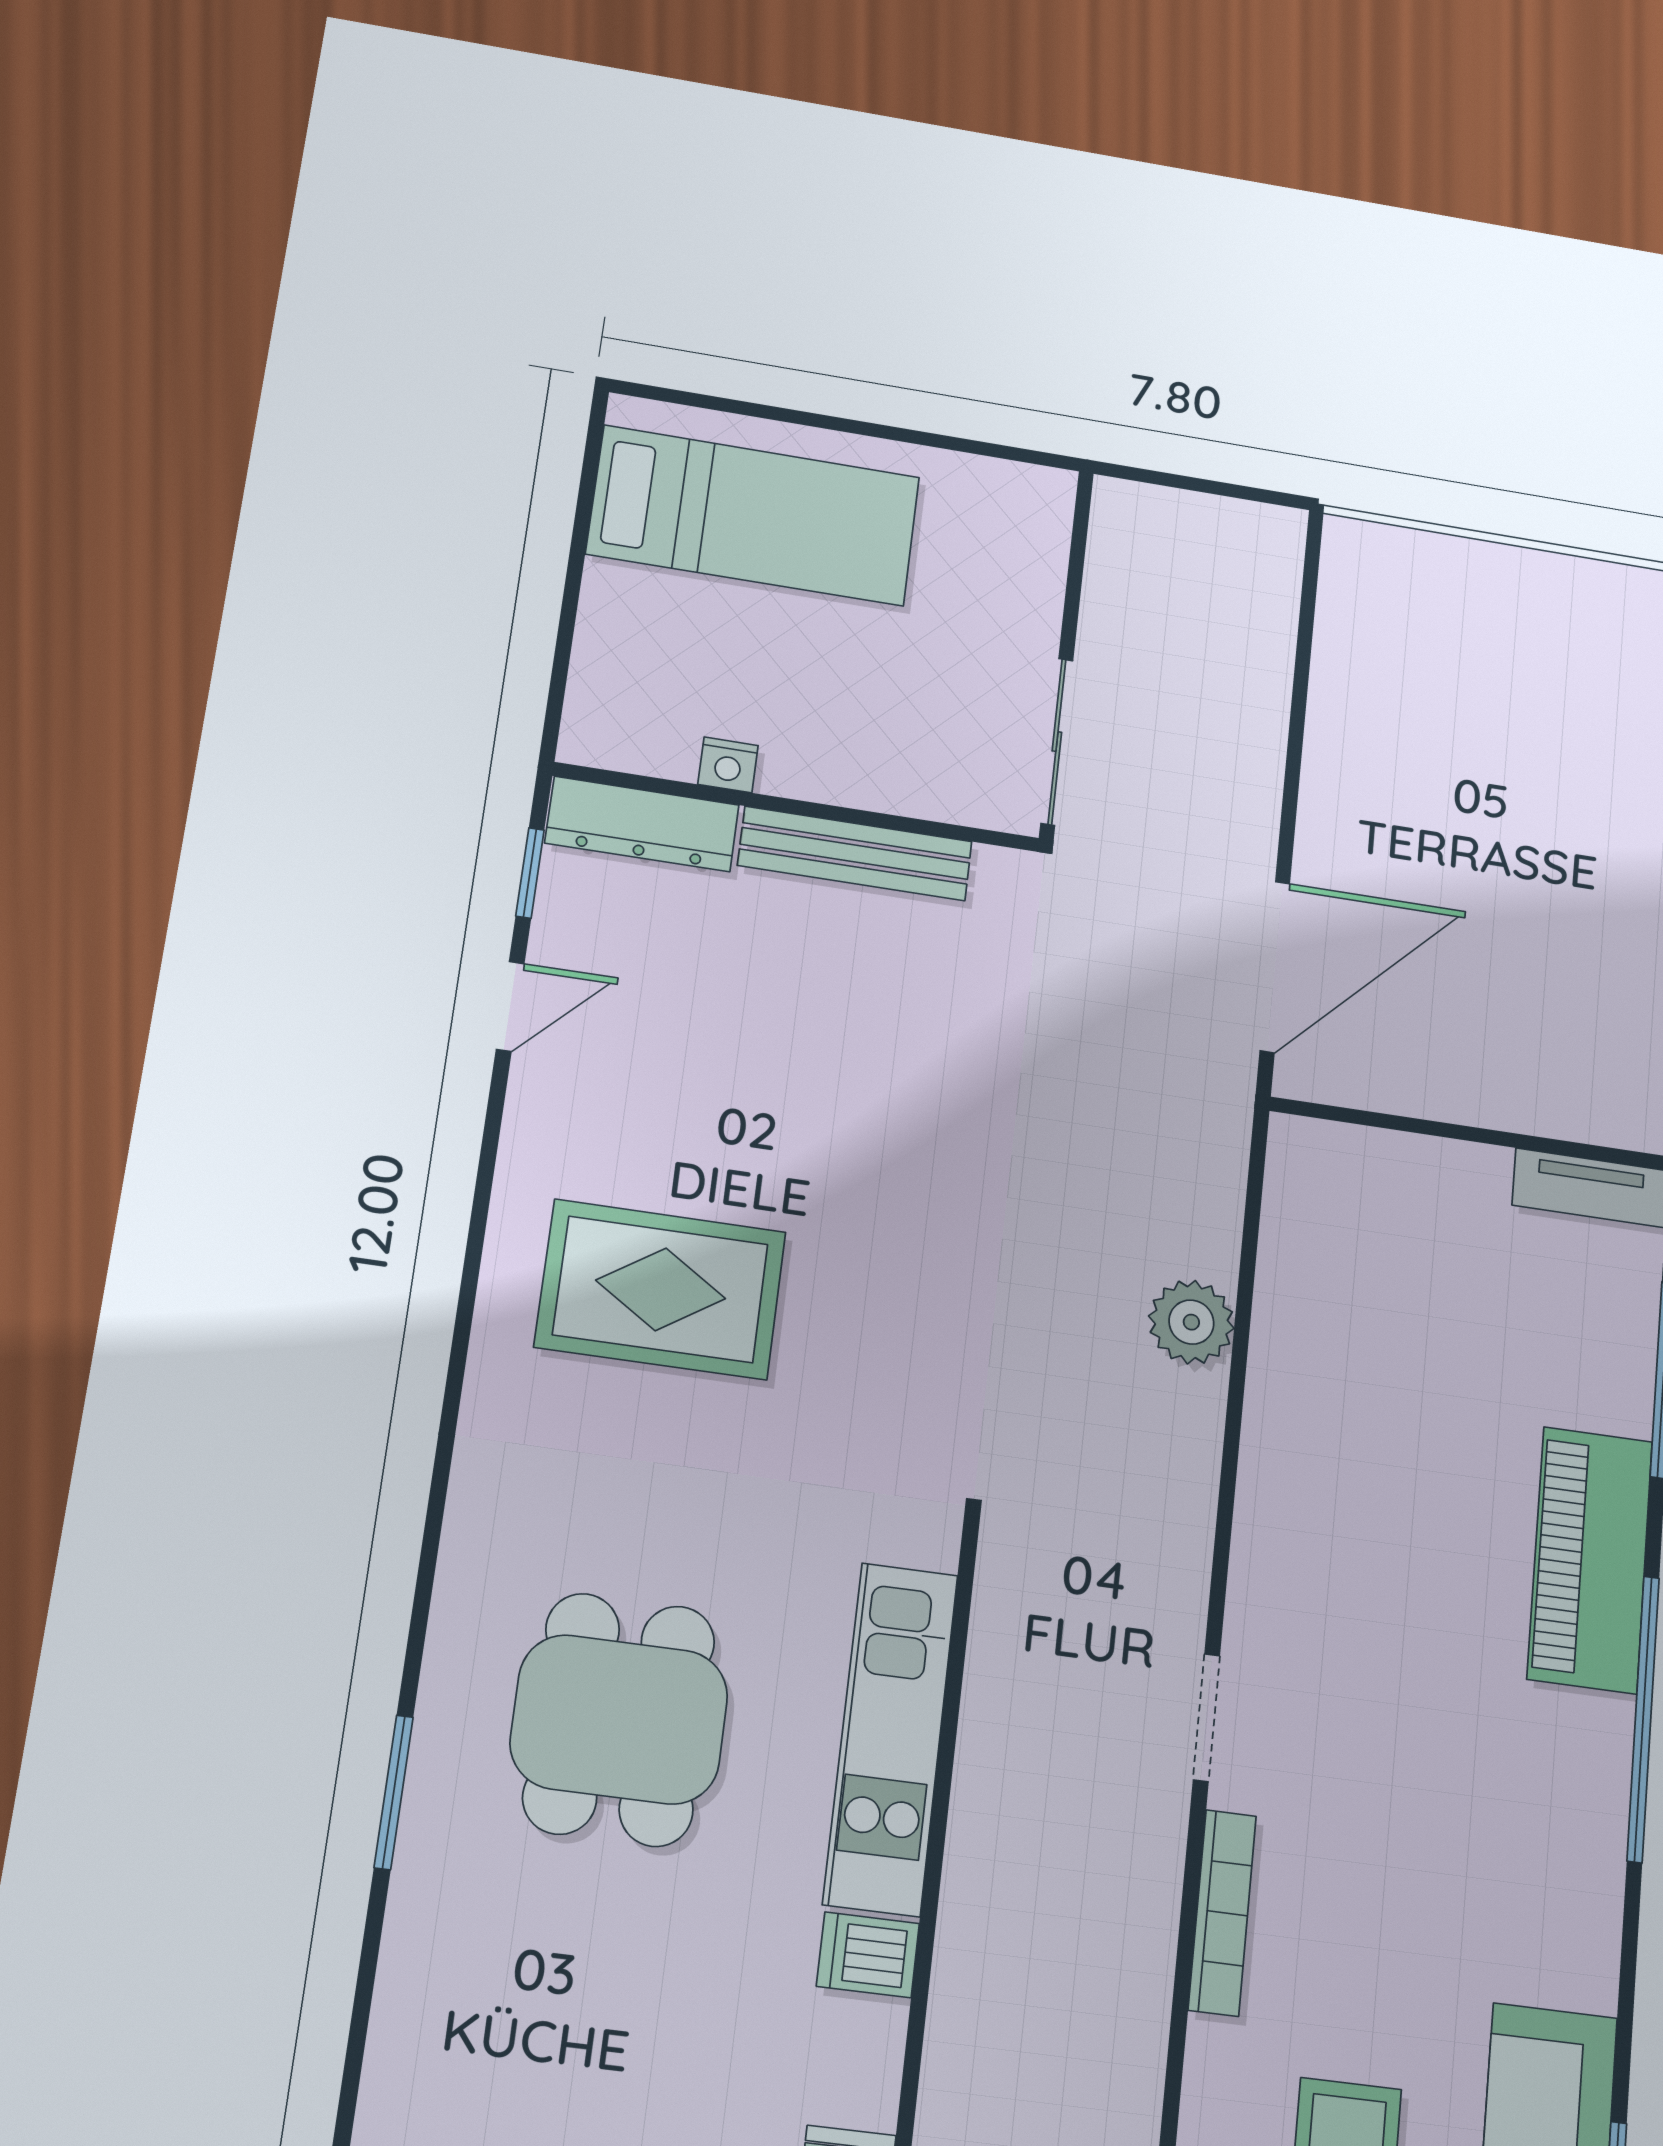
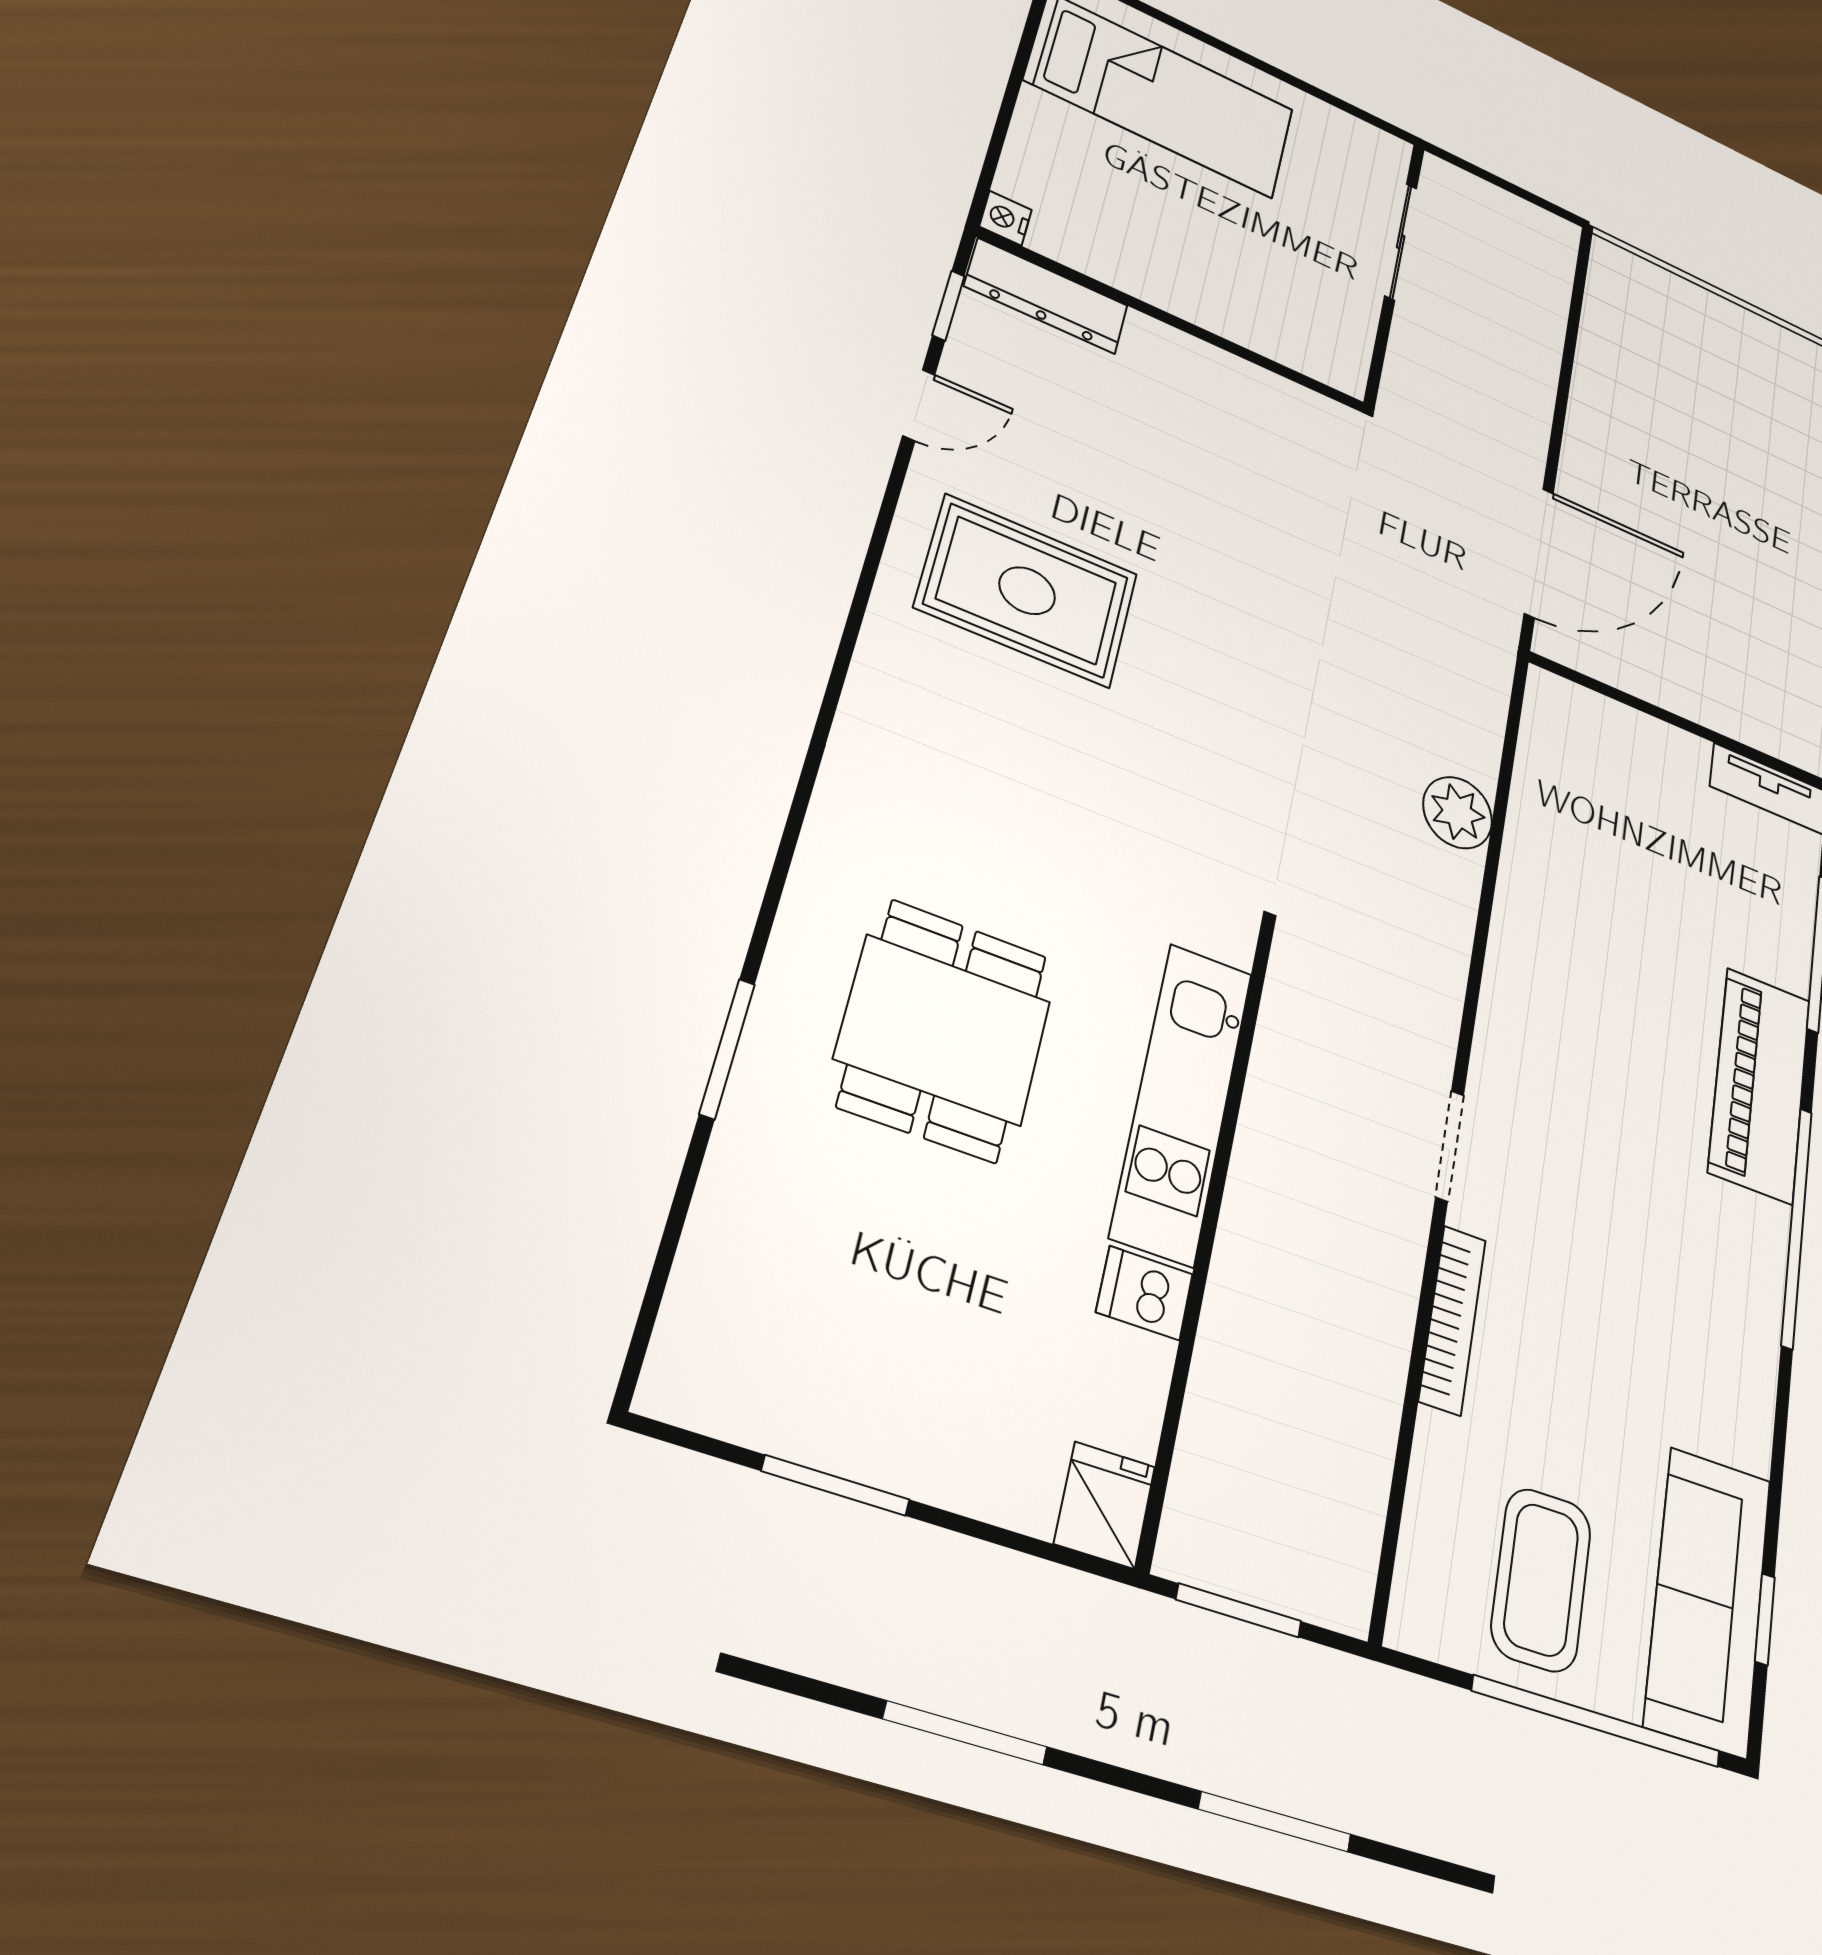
sliding door: (1057, 742) -> (1401, 242), moved
nightstand: (728, 765) -> (1005, 218), moved, turned 90
bench: (855, 853) -> (1217, 370), removed
rug: (661, 1289) -> (1027, 591), moved

